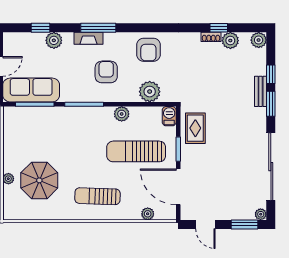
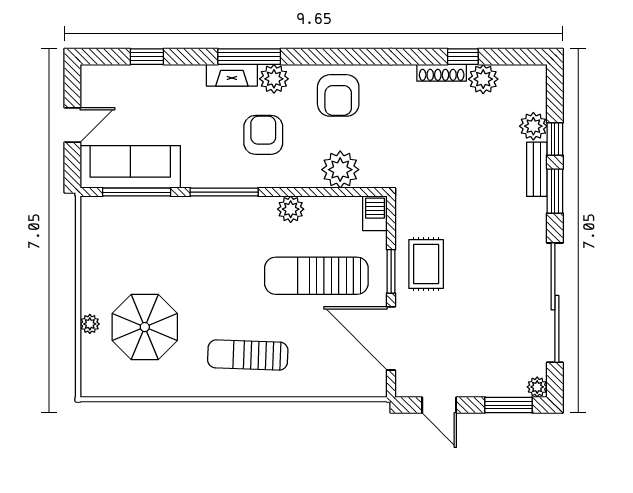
shoe rack: (211, 37) -> (442, 73), width x1.43
plant: (54, 40) -> (274, 79), moved
plant: (259, 40) -> (533, 126), moved
rug: (195, 128) -> (426, 264), moved
plant: (148, 214) -> (337, 386), removed

